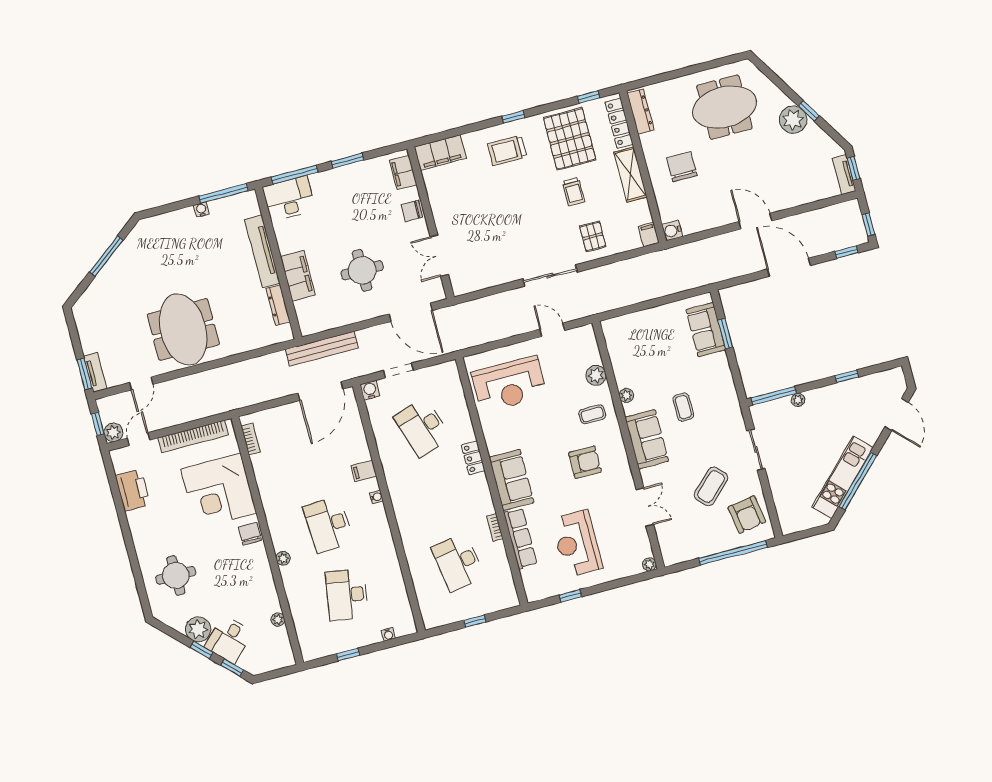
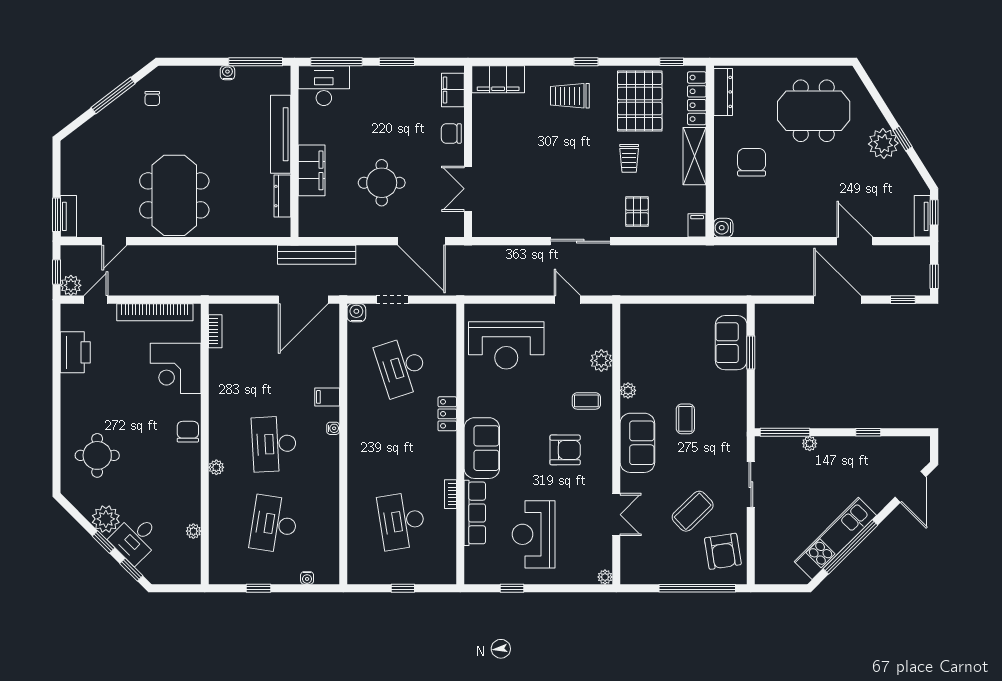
door: (755, 221) -> (855, 241), moved
chair: (141, 250) -> (152, 98), added
corner desk: (219, 491) -> (176, 368), width x0.74, depth x0.74

